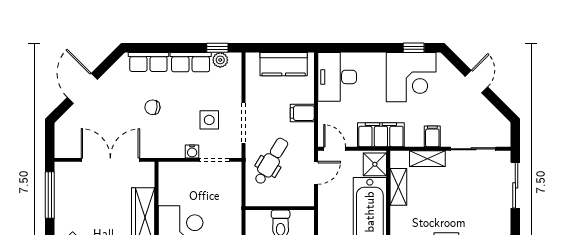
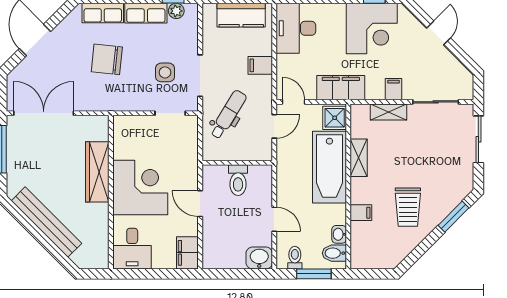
chair: (152, 107) -> (107, 59), width x1.87, depth x1.87
water cooler: (192, 151) -> (147, 105), removed
double door: (110, 160) -> (44, 113), moved
shelving: (398, 187) -> (359, 158), moved

